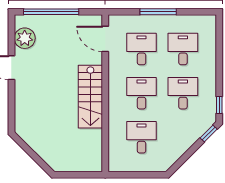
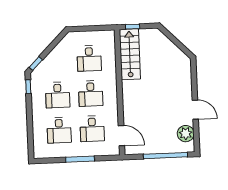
stairs: (90, 97) -> (130, 54), moved
window: (86, 175) -> (133, 27), added

